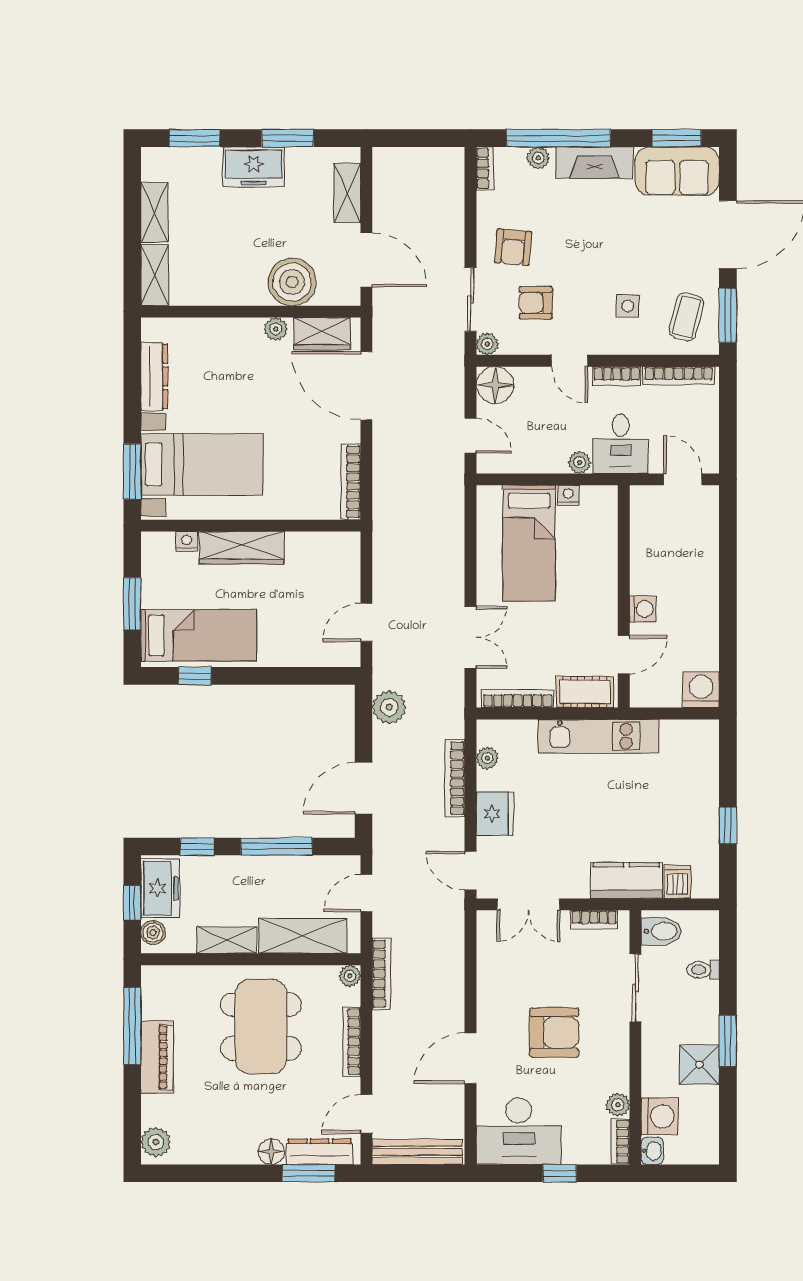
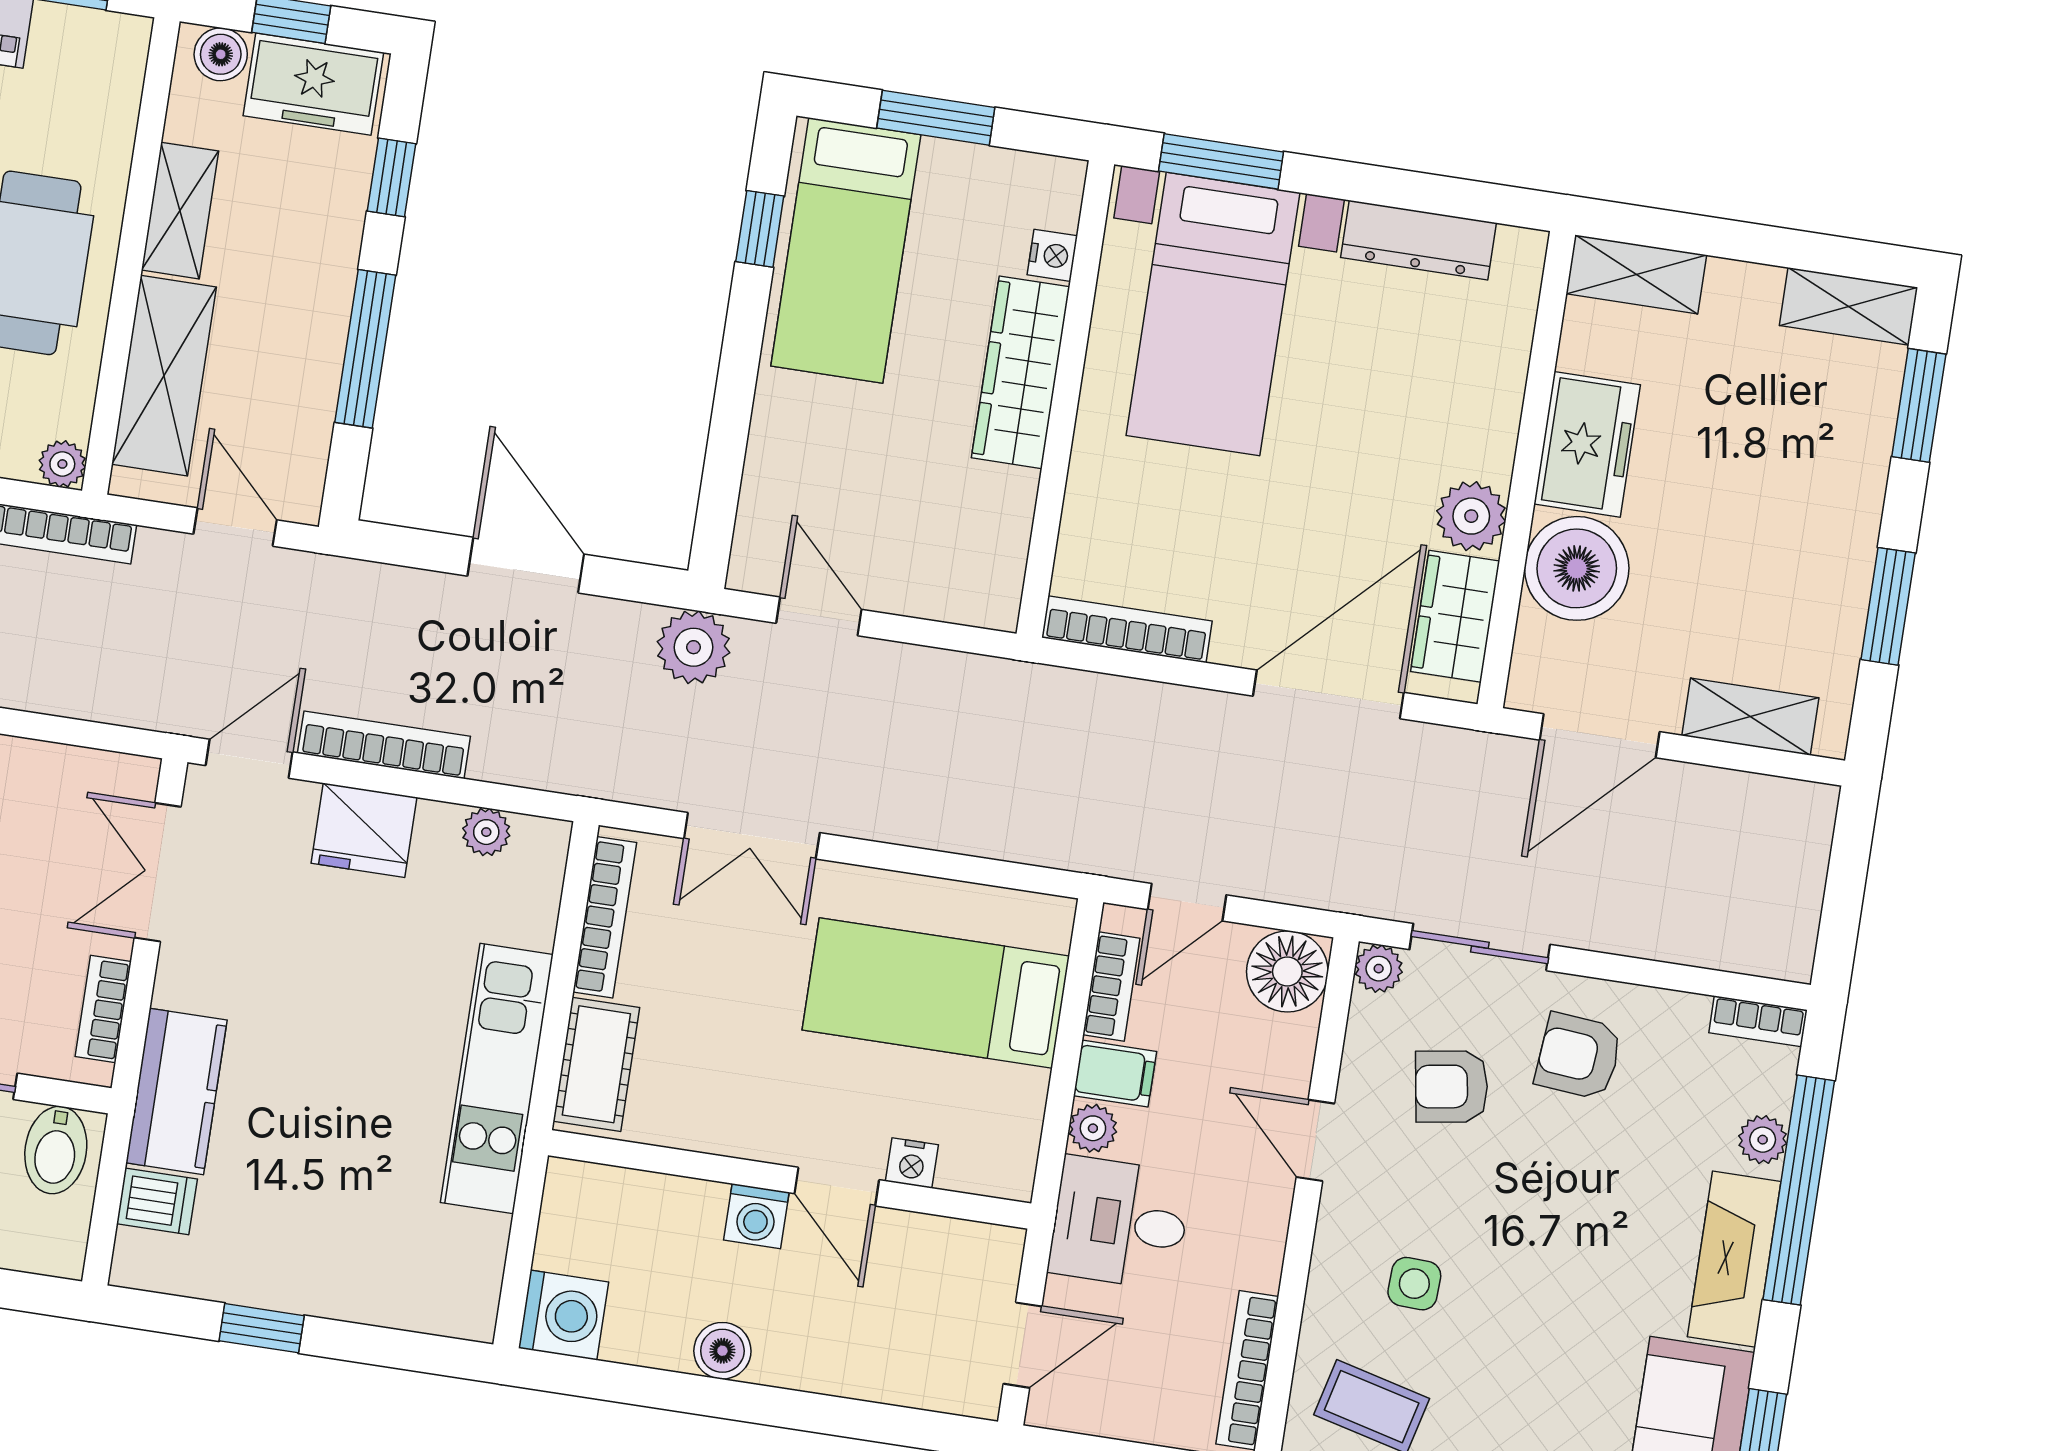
freezer: (254, 167) -> (1587, 444), moved, turned 180
shelving: (154, 212) -> (1849, 306), moved
armchair: (536, 303) -> (1452, 1087), turned -99
plant: (276, 329) -> (1471, 516), width x1.38, depth x1.38
door: (570, 361) -> (1315, 1140), hinge flipped
bookcase: (617, 376) -> (1111, 987), moved, turned 180
filing cabinet: (553, 456) -> (1115, 1074), added
nightstand: (568, 495) -> (912, 1163), moved, turned 90
boiler: (706, 615) -> (722, 1351), added
door: (624, 655) -> (837, 1187), moved
plant: (389, 707) -> (693, 647), moved
bookcase: (455, 778) -> (384, 745), moved
door: (364, 788) -> (526, 565), moved

